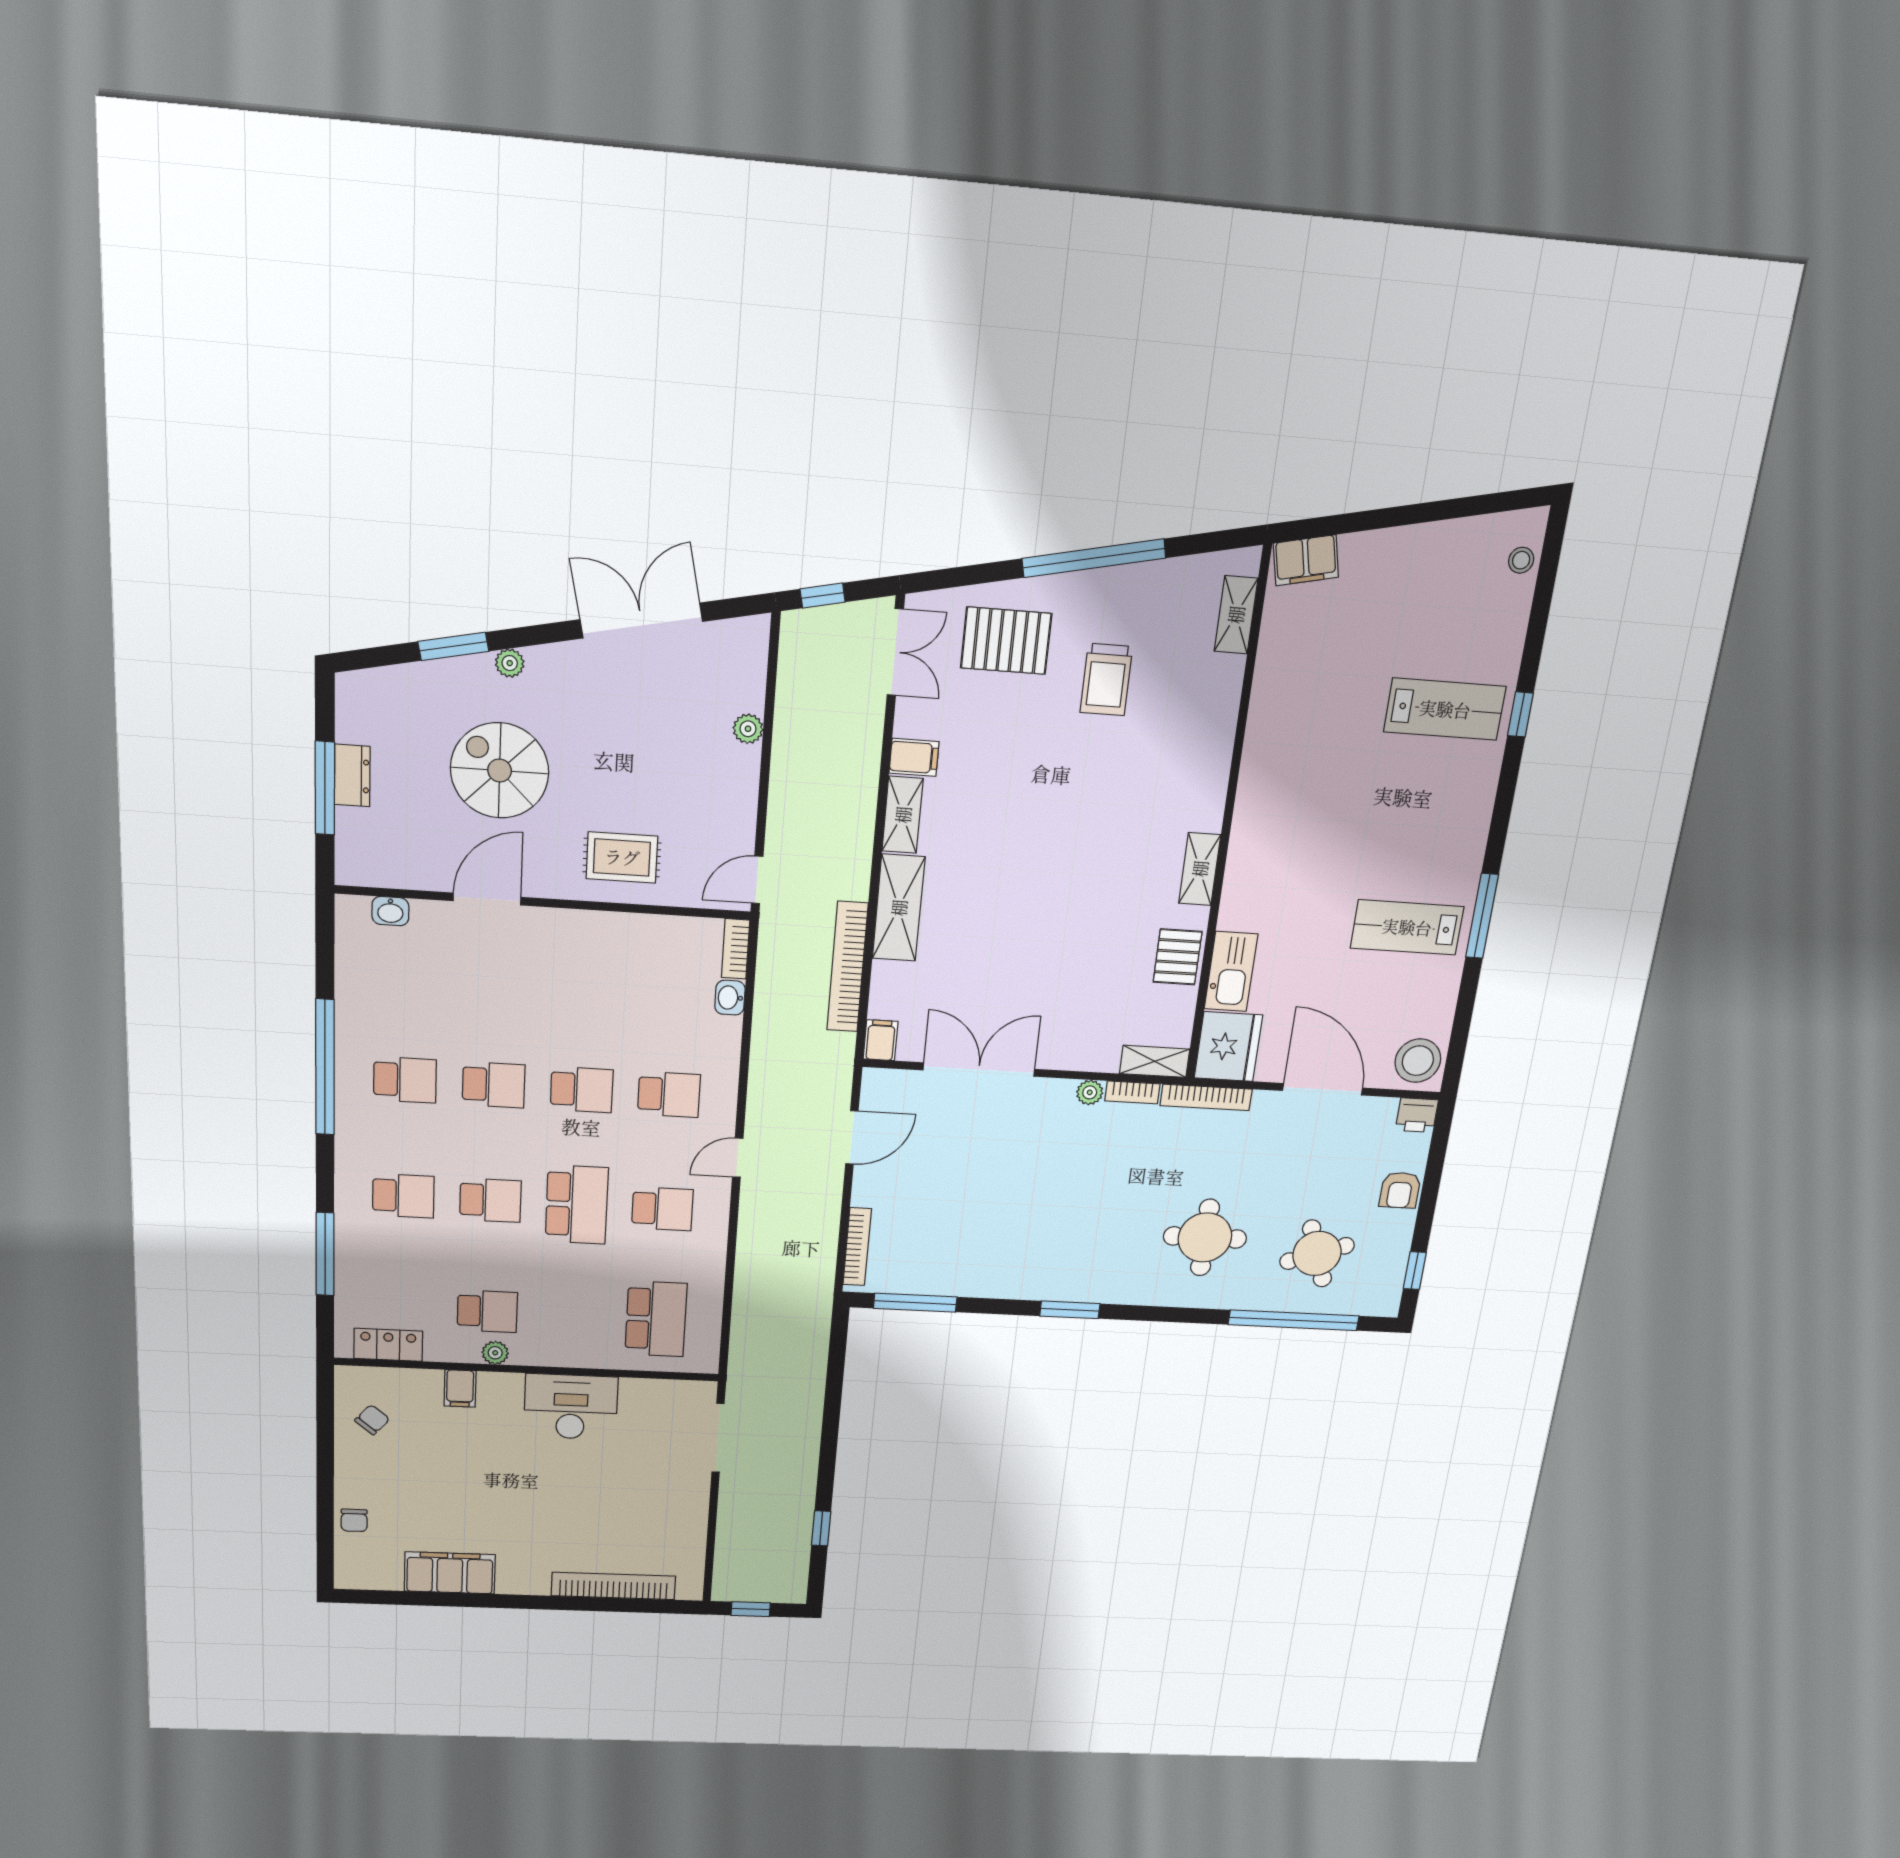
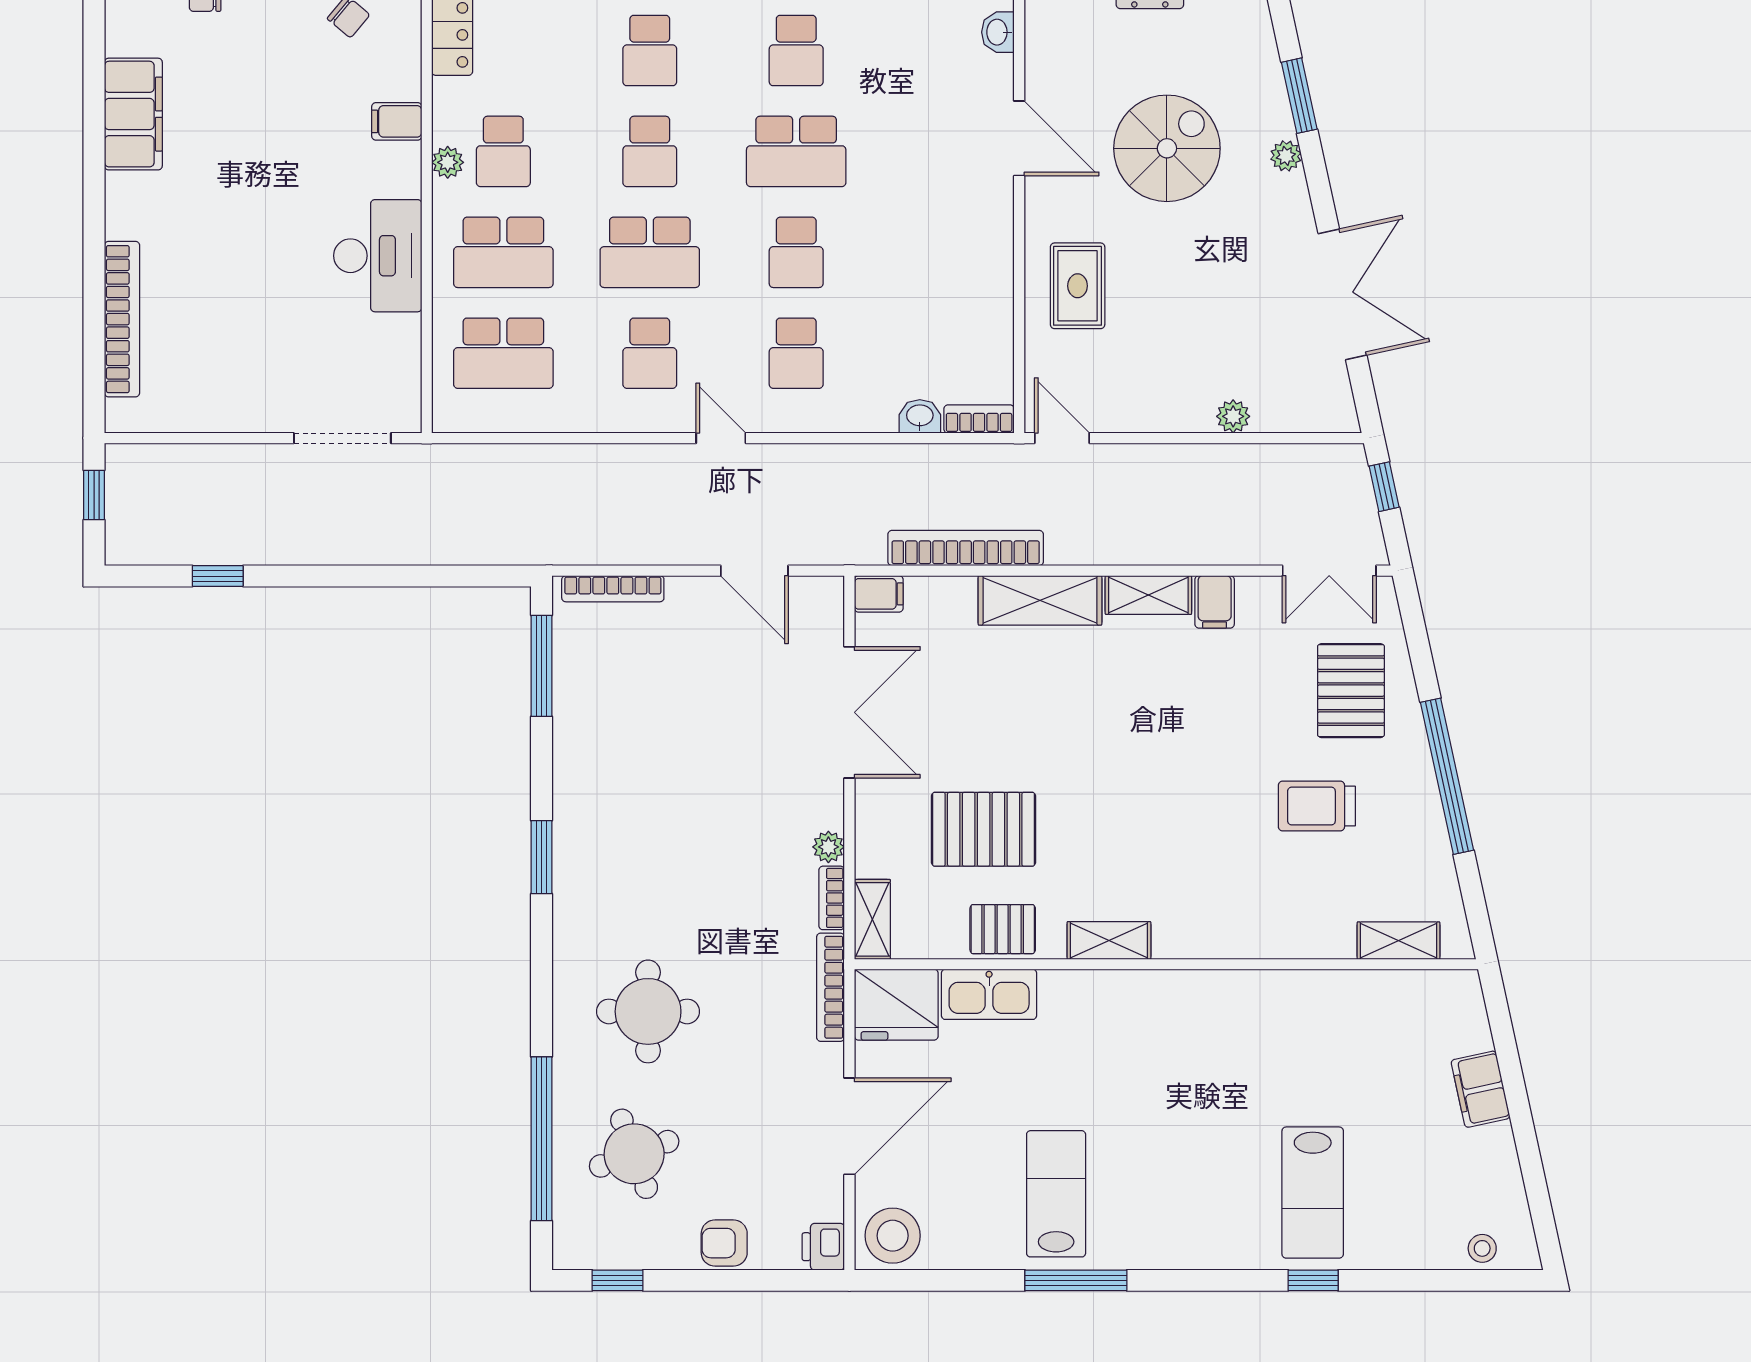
filing cabinet: (1306, 560) -> (1481, 1089), moved
pallet: (1091, 967) -> (984, 829), added
school desk: (494, 1085) -> (796, 151), width x1.85
school desk: (572, 1315) -> (503, 252), added

